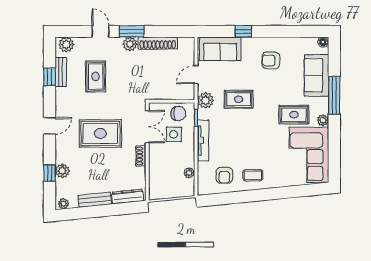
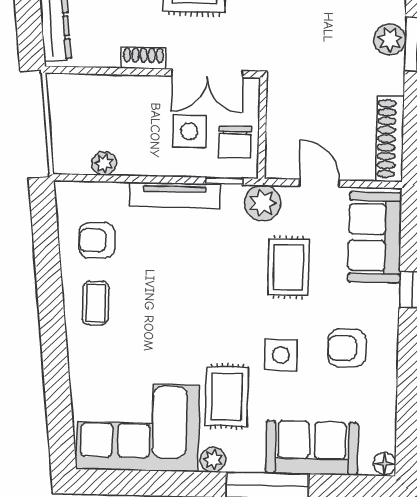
shoe rack: (158, 43) -> (390, 139), moved
armchair: (271, 60) -> (347, 348), turned -90
side table: (275, 90) -> (281, 355), added
rug: (239, 99) -> (288, 267), moved

